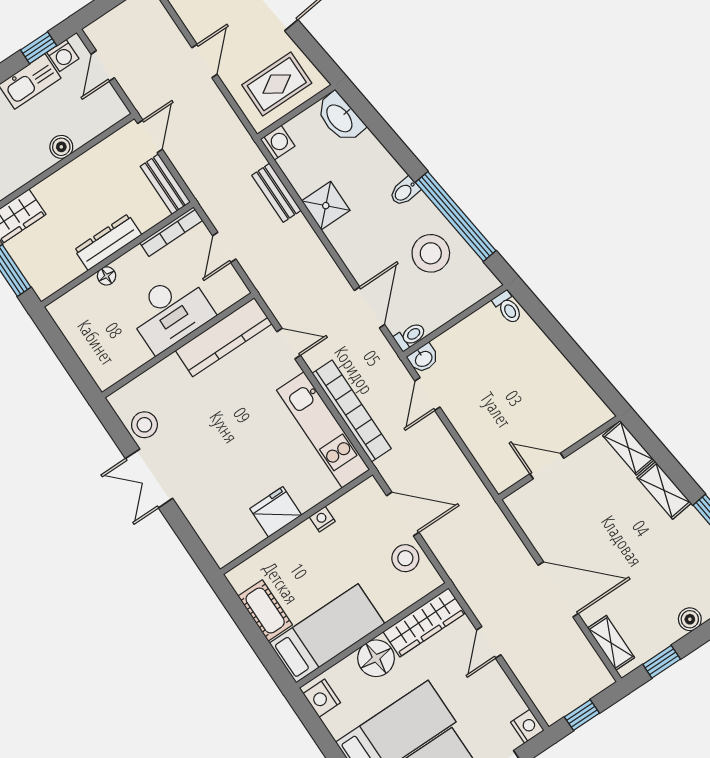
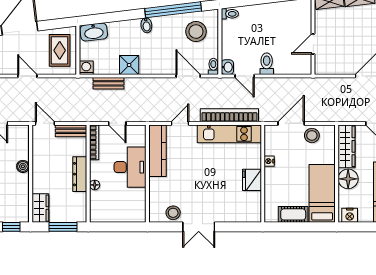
stool: (431, 253) -> (196, 32), moved
toilet: (469, 415) -> (267, 64), added

